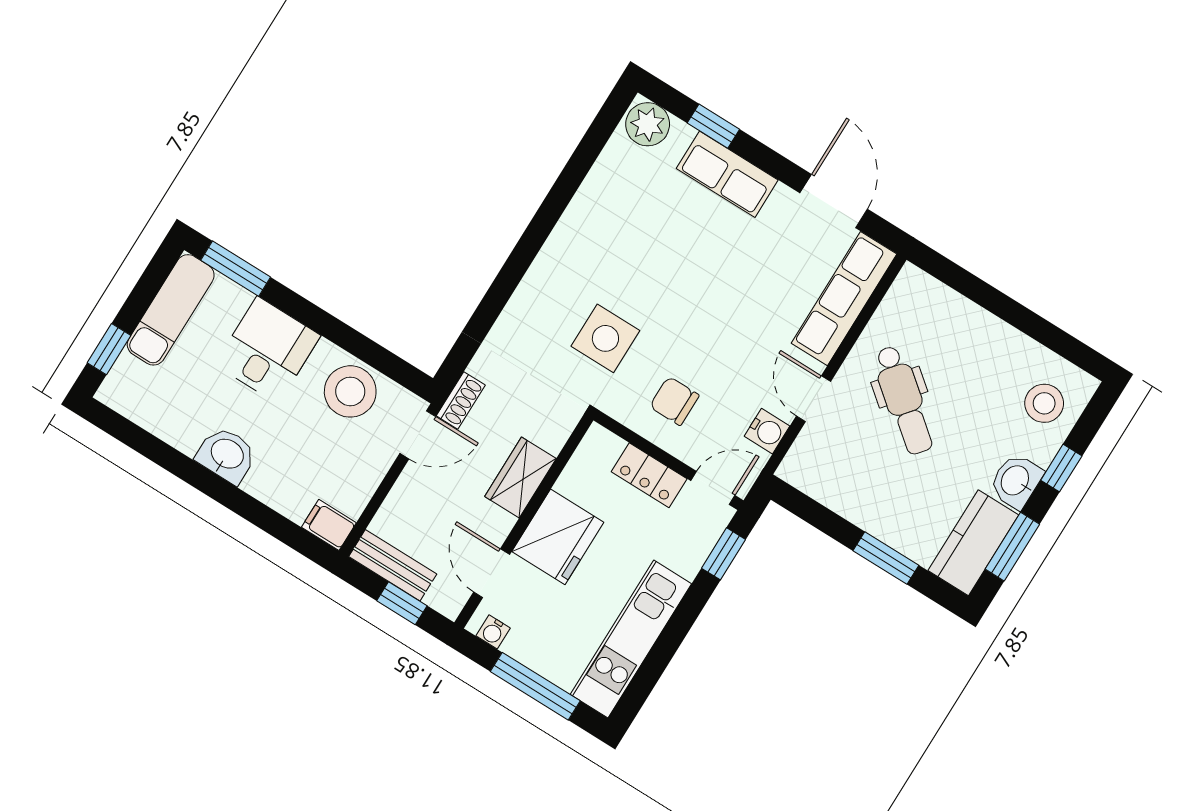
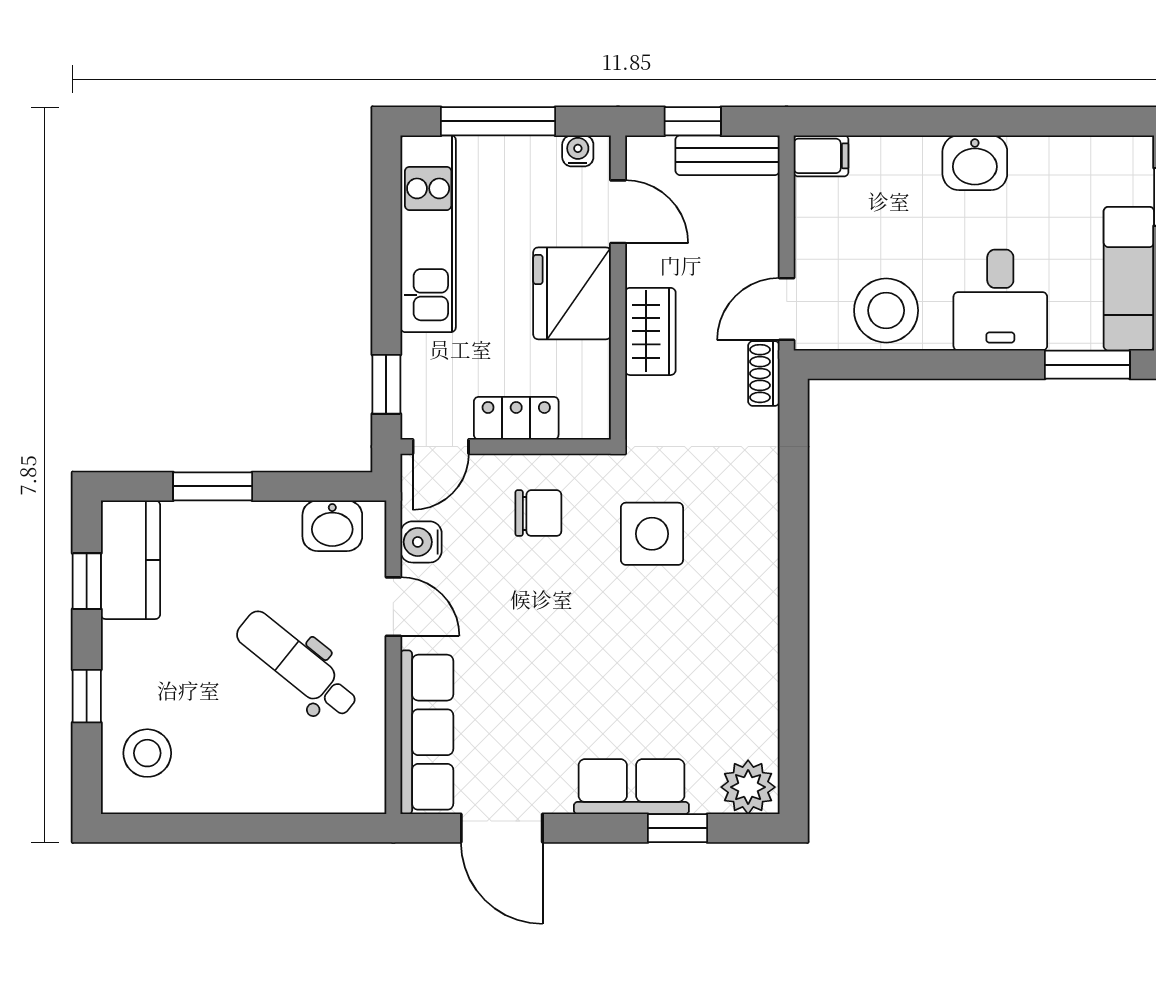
washbasin: (1016, 481) -> (332, 526), moved, turned 90
window: (1012, 547) -> (87, 581), width x0.67

